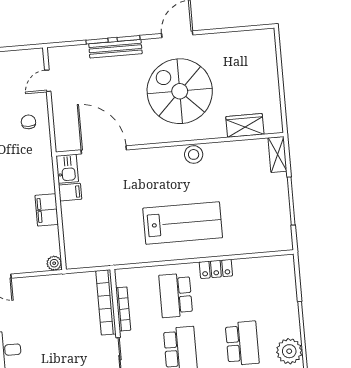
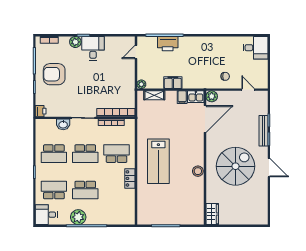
wardrobe: (245, 125) -> (212, 214), moved
plant: (64, 142) -> (212, 96), added
shelving: (277, 154) -> (154, 95), moved

